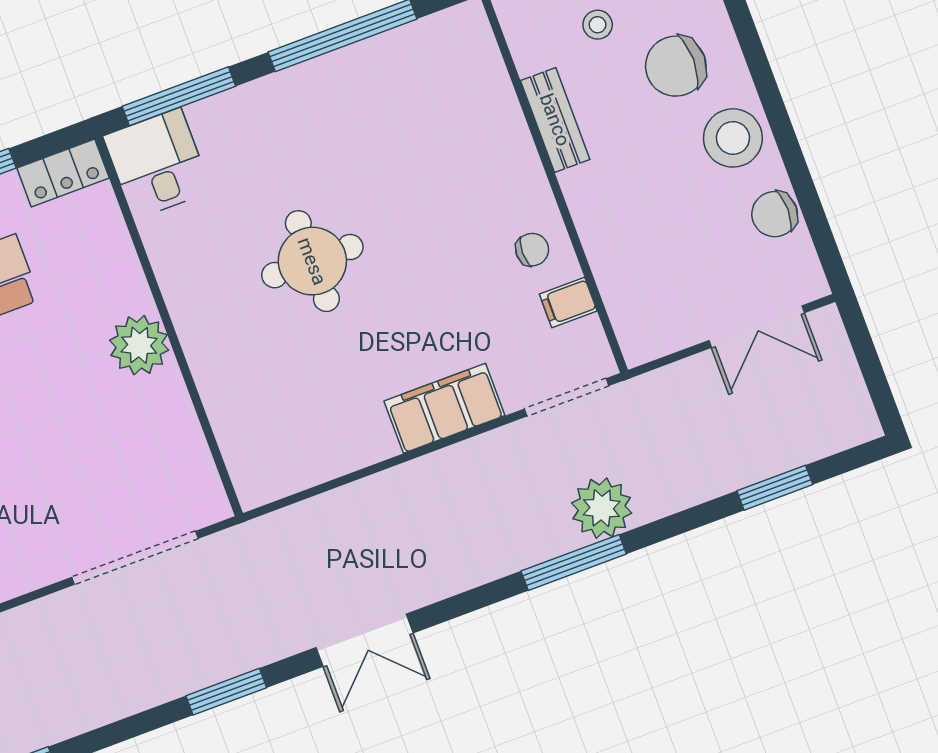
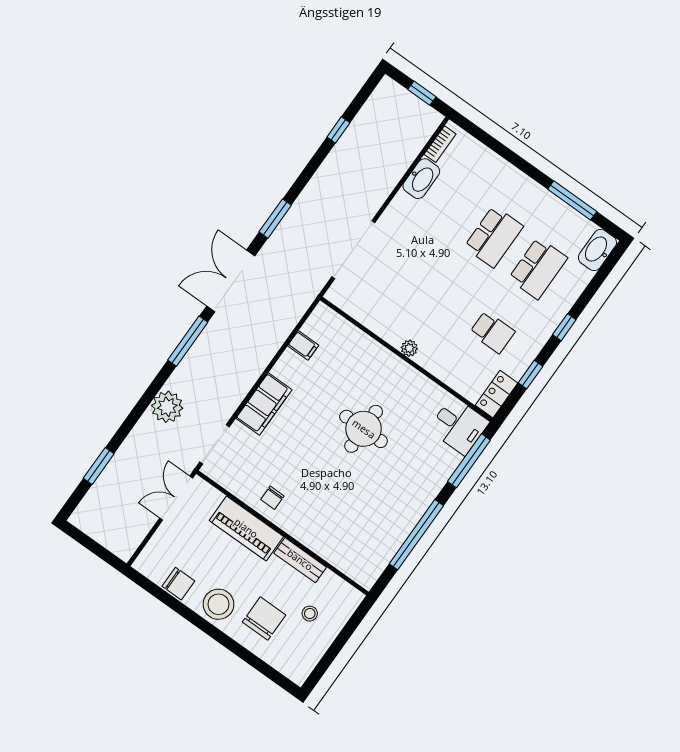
chair: (775, 214) -> (178, 584), turned 90
piano: (607, 229) -> (246, 528), added
filing cabinet: (568, 302) -> (303, 345), moved, turned 90
double door: (757, 327) -> (176, 498), moved
plant: (139, 345) -> (409, 348), width x0.53, depth x0.53
window: (574, 562) -> (188, 341), moved
double door: (365, 640) -> (231, 281), width x1.37

